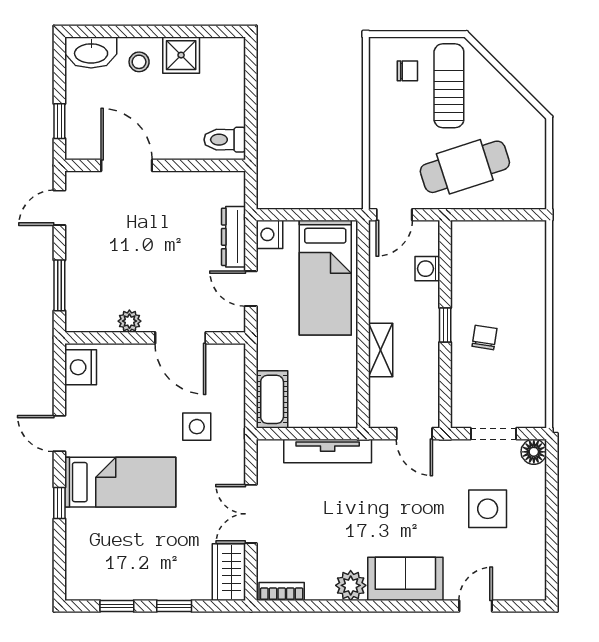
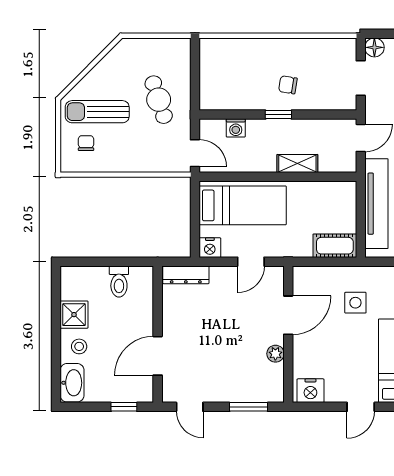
toilet: (225, 140) -> (119, 282), moved
cafe table: (465, 167) -> (159, 100), width x0.73, depth x0.74
dresser: (234, 237) -> (186, 275), moved
tv unit: (328, 451) -> (376, 204), width x1.36, depth x1.29

